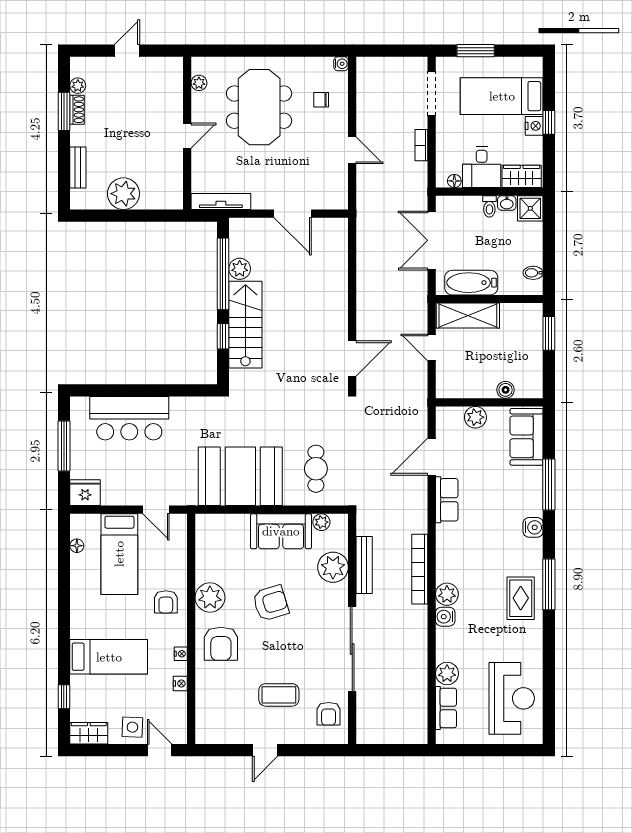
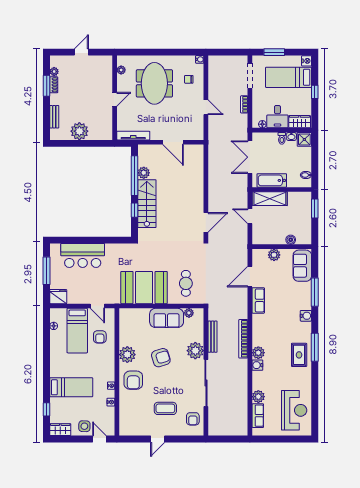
nightstand: (534, 126) -> (307, 61), moved
plant: (333, 567) -> (195, 351), moved
armchair: (166, 602) -> (100, 337), moved

